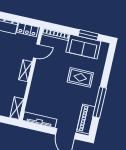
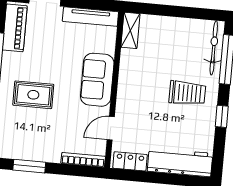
sofa: (83, 47) -> (97, 80), moved, turned -90
shelving: (25, 71) -> (124, 94), removed

